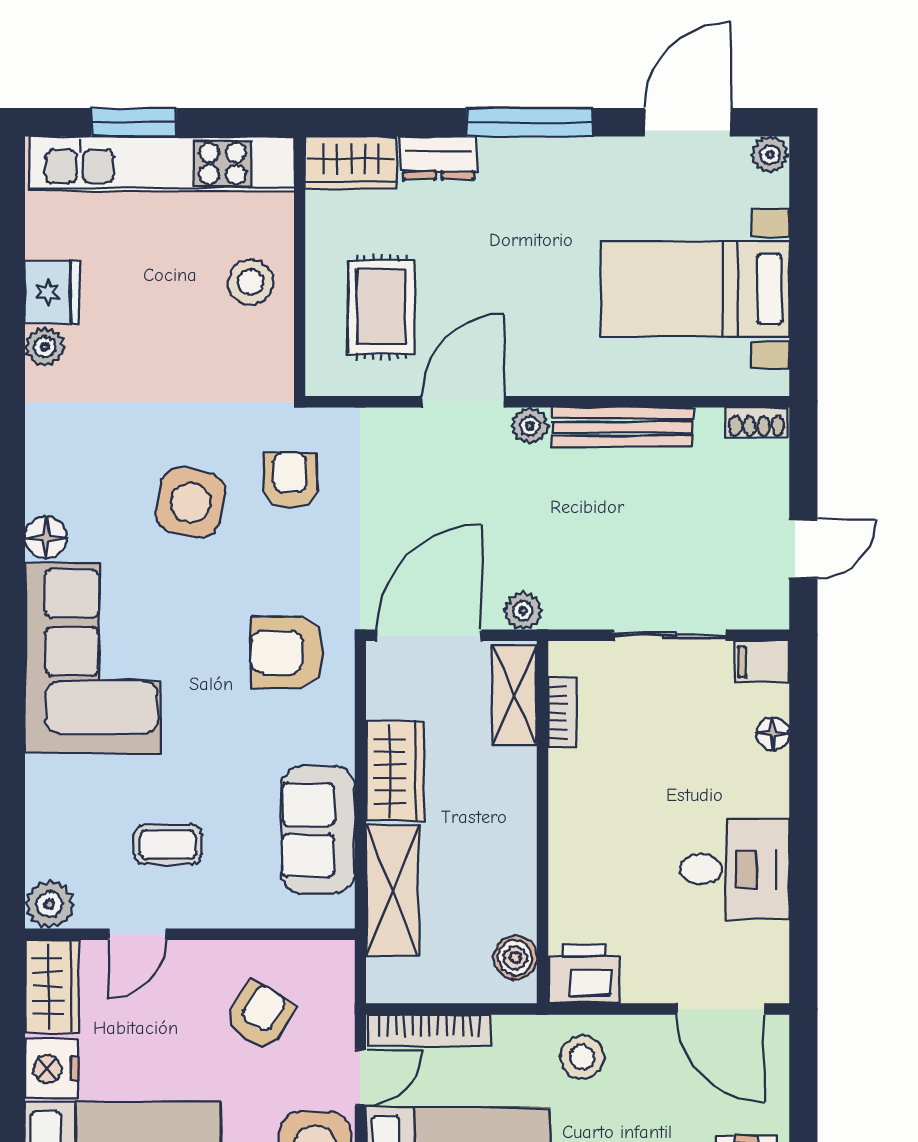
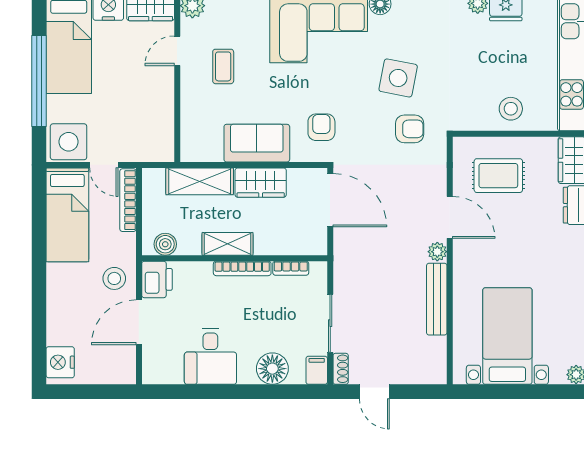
shoe rack: (757, 422) -> (341, 369), moved, turned 180
plant: (523, 611) -> (343, 248), removed
armchair: (287, 652) -> (321, 127), width x0.72, depth x0.72
shelving: (515, 695) -> (228, 244), moved
floor lamp: (773, 734) -> (272, 369), width x1.89, depth x1.89
bookcase: (563, 807) -> (242, 268), added
sofa: (318, 830) -> (257, 143), moved
door: (137, 934) -> (177, 51), hinge flipped
door: (721, 1009) -> (139, 322), moved
armchair: (259, 1015) -> (136, 113), removed

